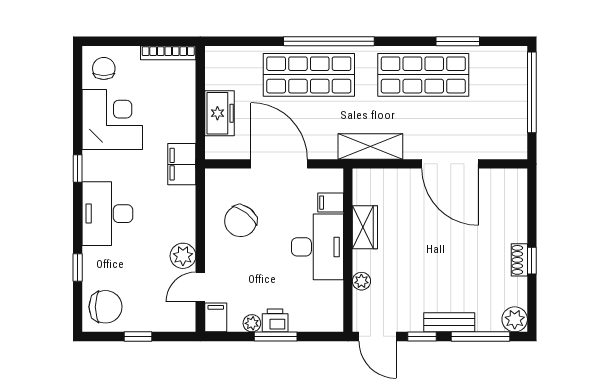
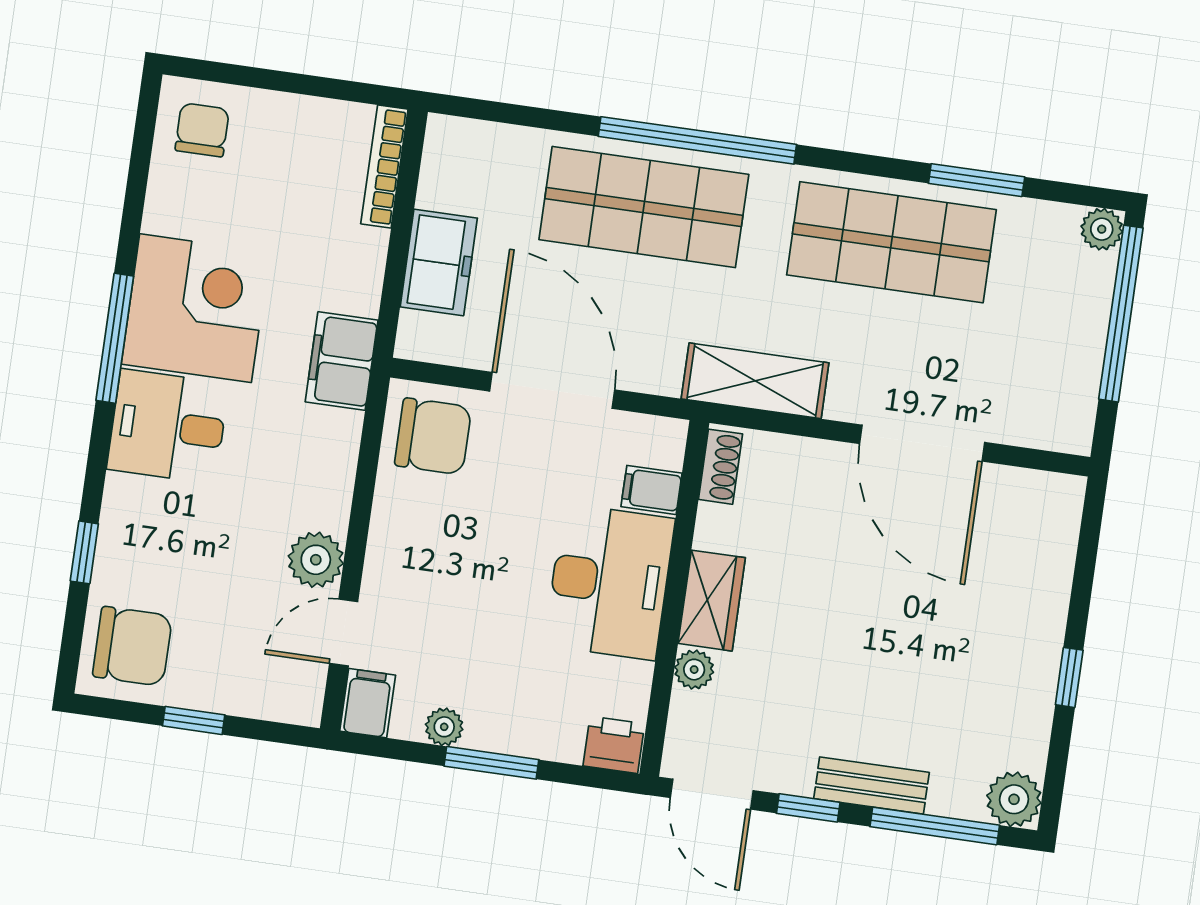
bookcase: (168, 53) -> (384, 167), moved, turned 90
plant: (518, 55) -> (1102, 229), added
corner desk: (112, 119) -> (196, 308), moved
window: (78, 168) -> (115, 338), width x2.17
desk: (107, 214) -> (168, 426), width x0.73
chair: (241, 221) -> (433, 436), moved, turned -128
wardrobe: (365, 227) -> (712, 601), moved
shoe rack: (519, 260) -> (721, 467), moved, turned 180
printer: (275, 320) -> (614, 745), moved

